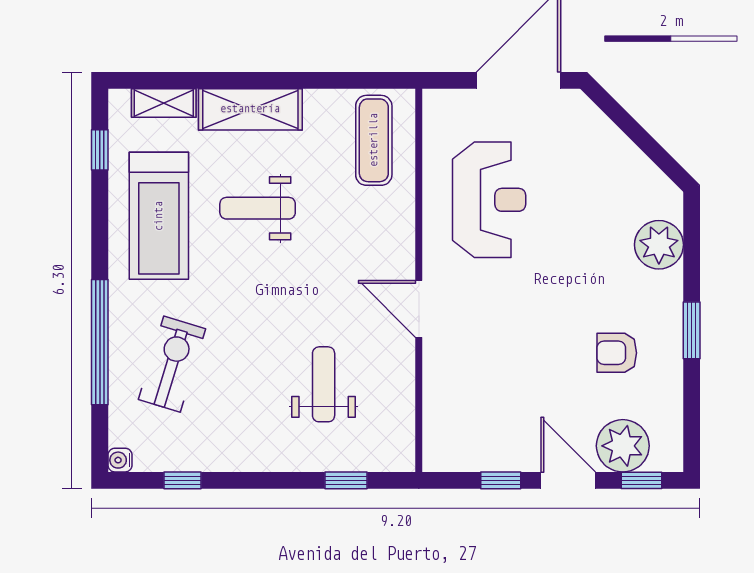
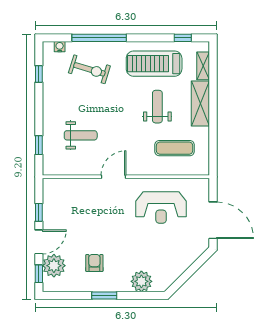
exercise mat: (374, 140) -> (175, 148), moved
water cooler: (120, 460) -> (60, 47), moved

